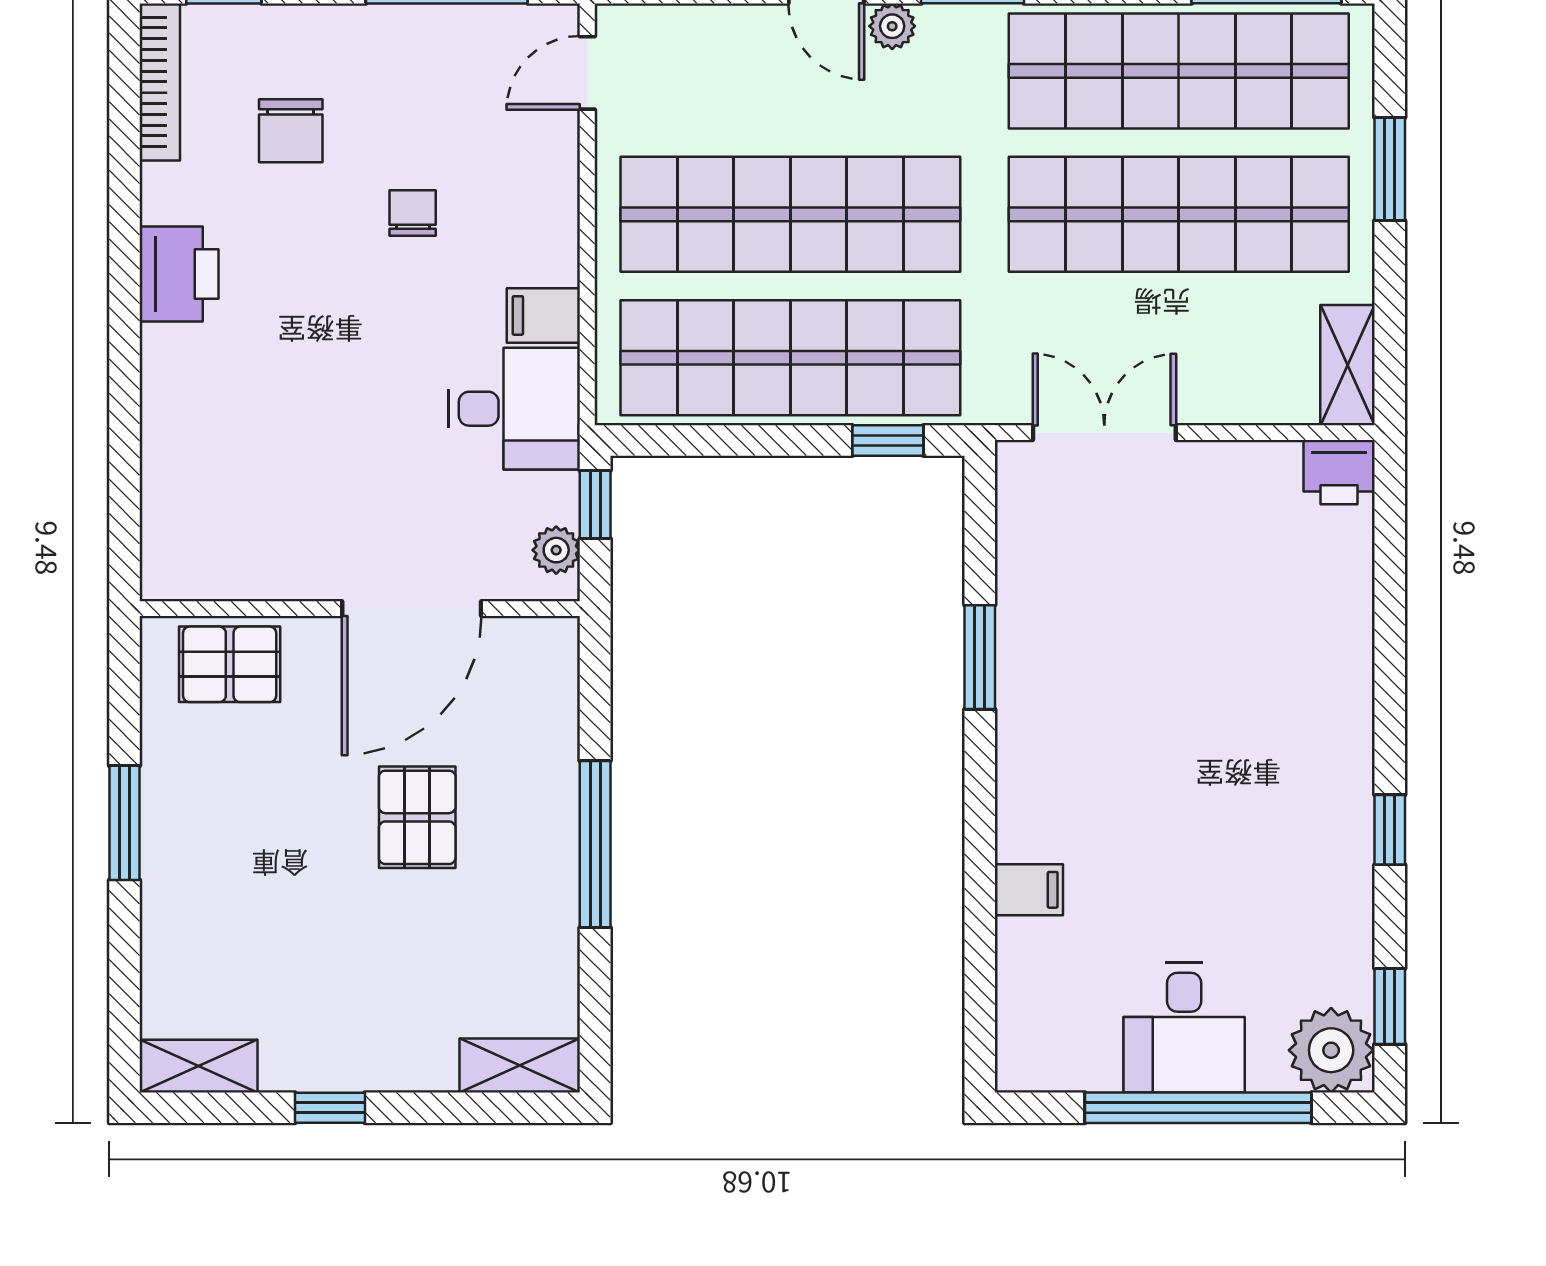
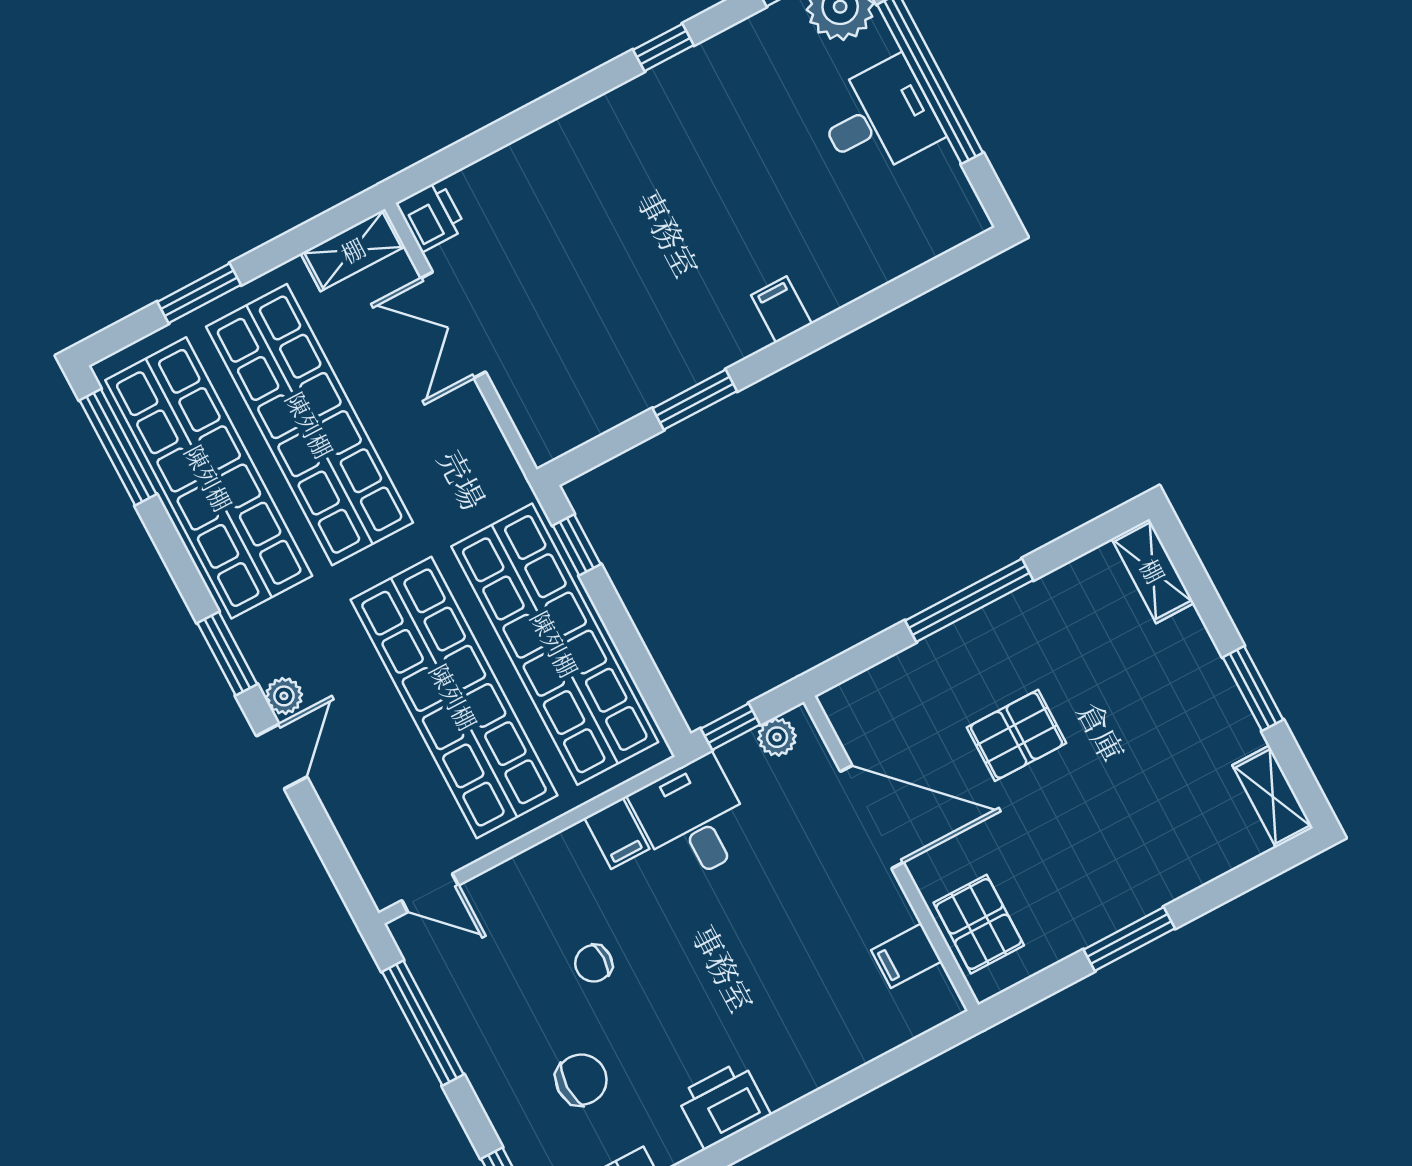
double door: (1104, 433) -> (453, 325), moved
filing cabinet: (237, 565) -> (906, 956), added
filing cabinet: (1029, 890) -> (781, 310), moved
window: (330, 1108) -> (1253, 689), width x1.50

